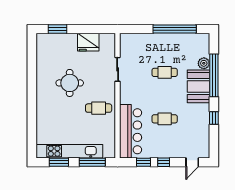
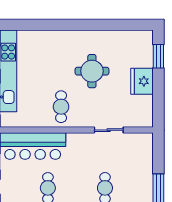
fridge: (88, 42) -> (142, 81), moved

